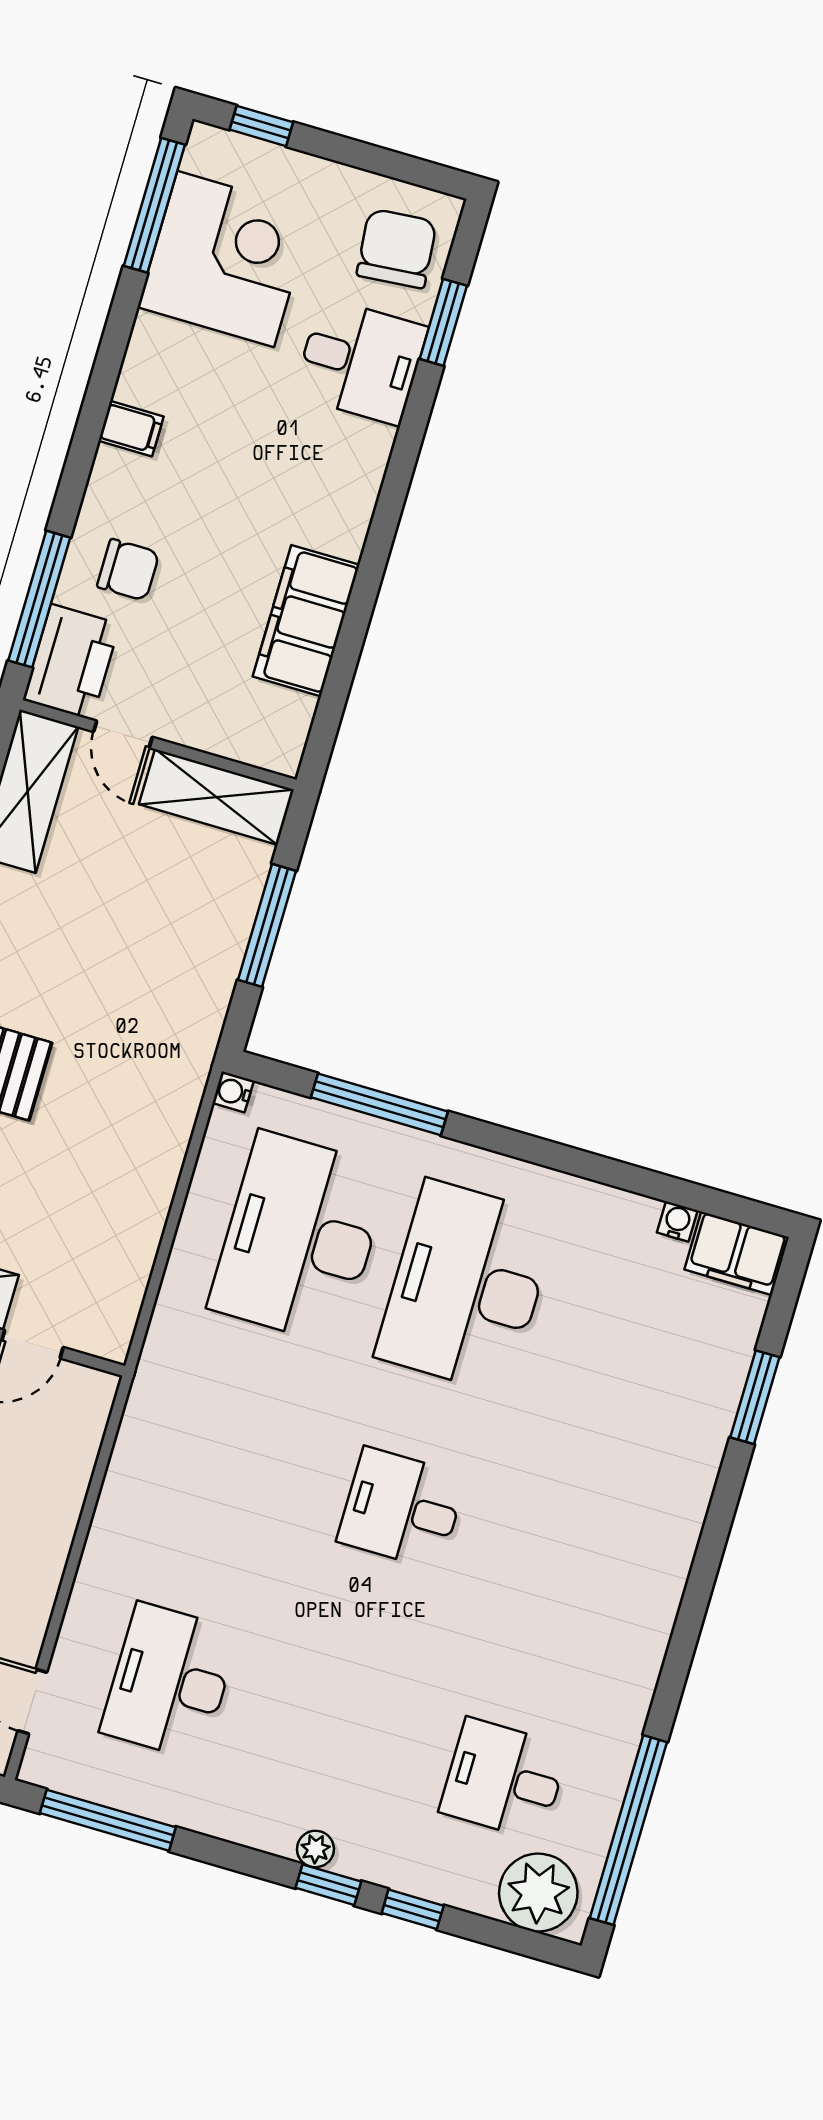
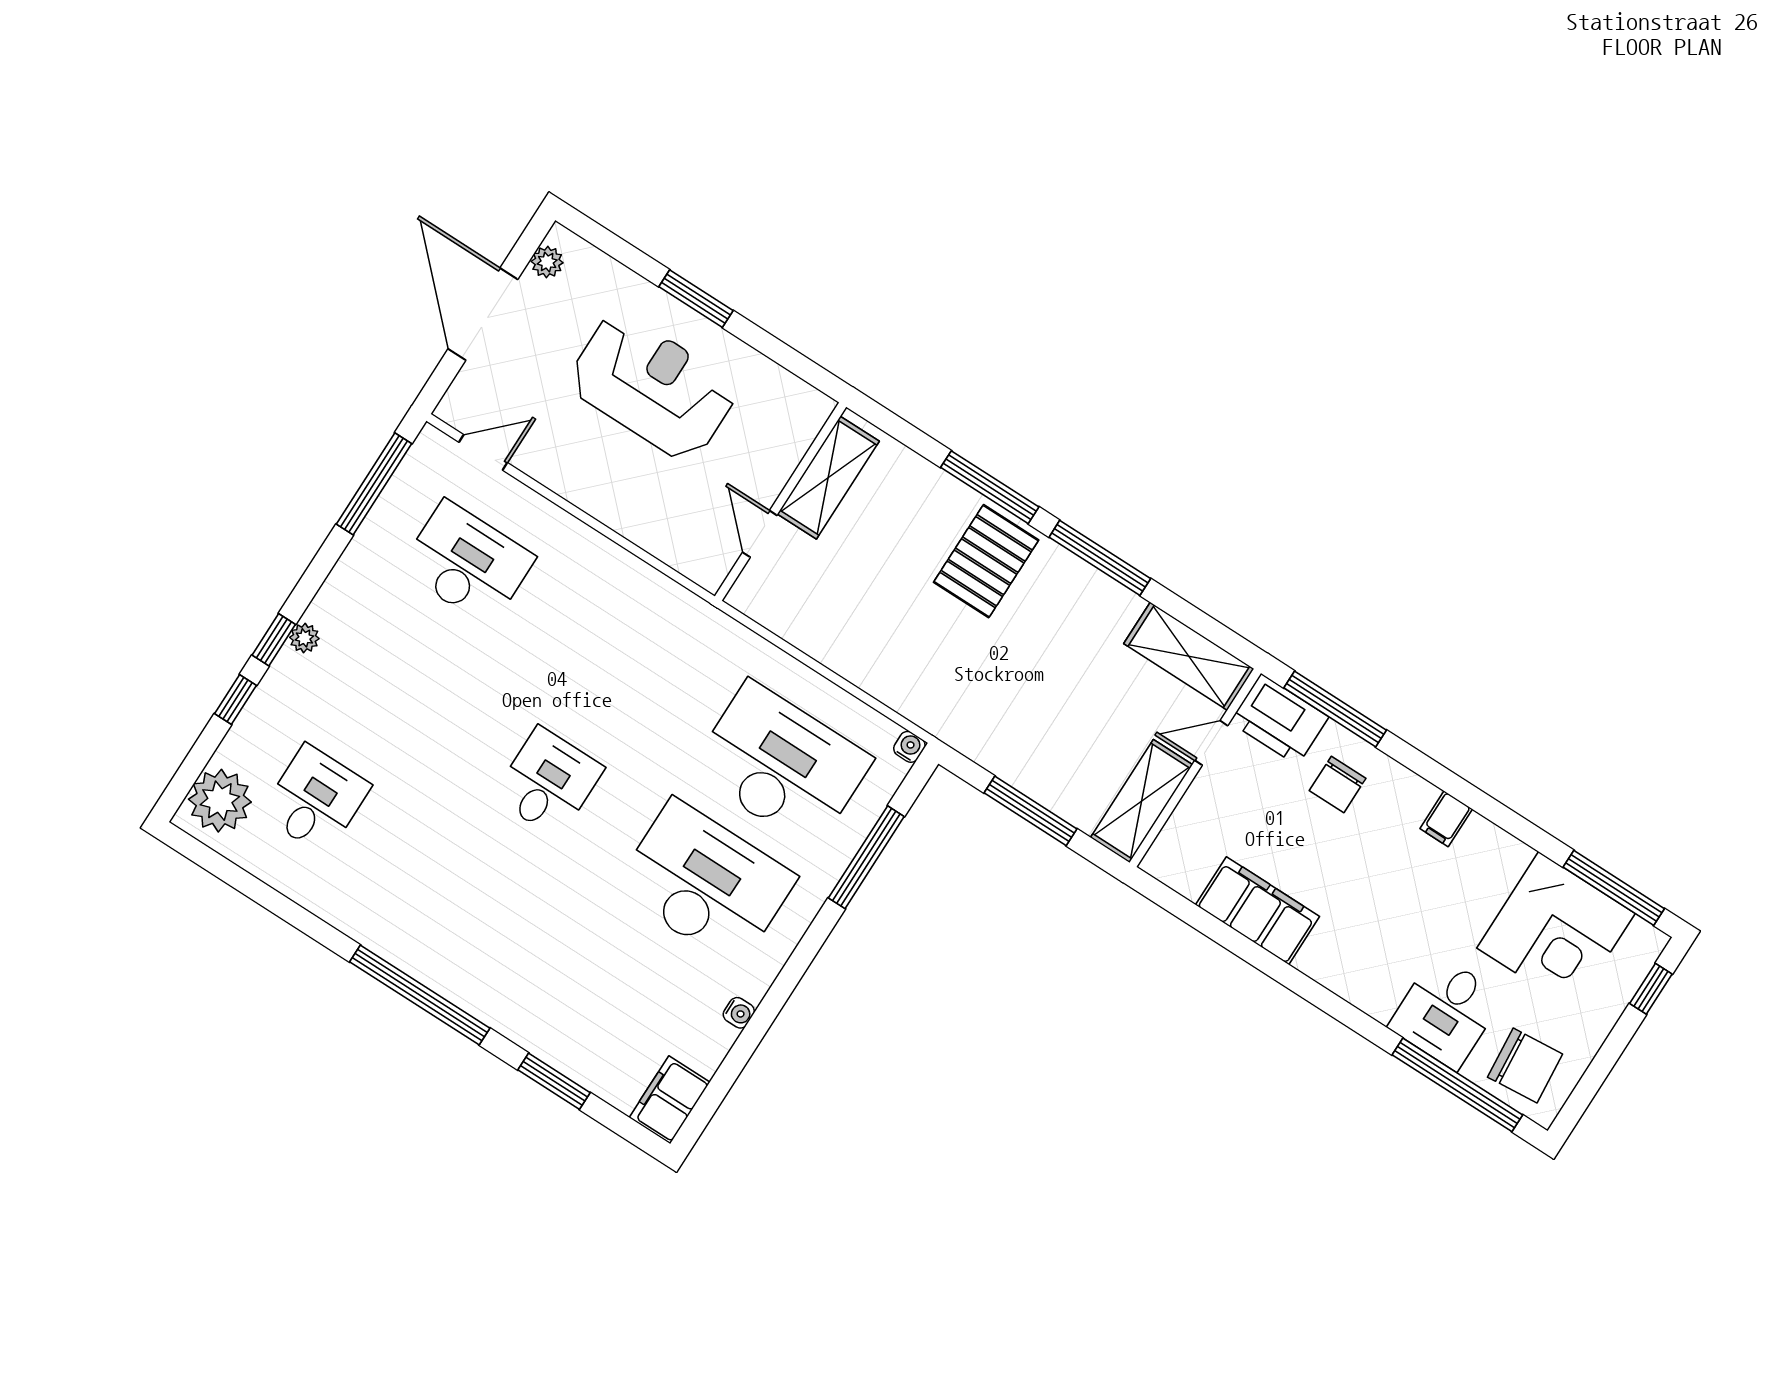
window: (443, 322) -> (1457, 1085), width x2.11
water cooler: (677, 1221) -> (739, 1013), moved
window: (628, 1830) -> (420, 995), moved

